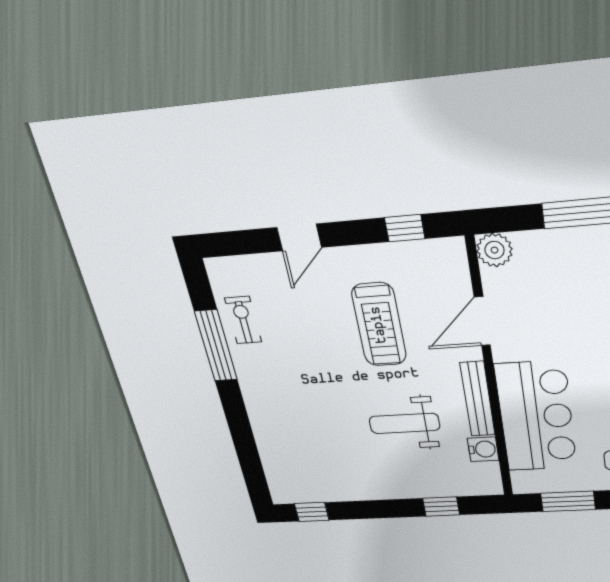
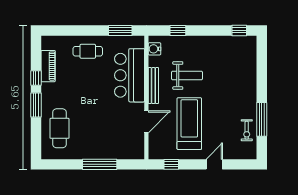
plant: (494, 250) -> (137, 152), removed
treadmill: (379, 325) -> (189, 124), width x1.37, depth x1.38
water cooler: (483, 449) -> (154, 49), moved

